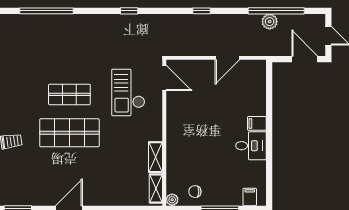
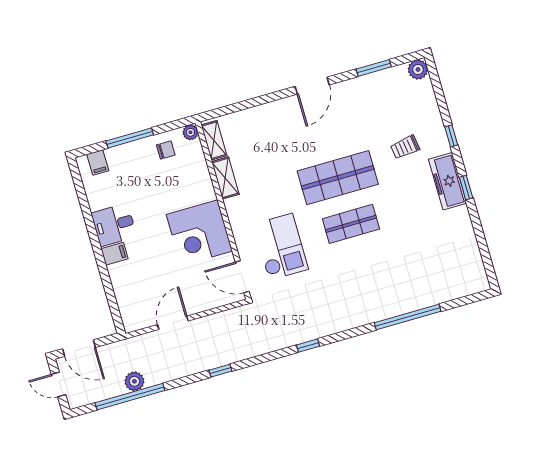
corner desk: (187, 121) -> (199, 233), added

